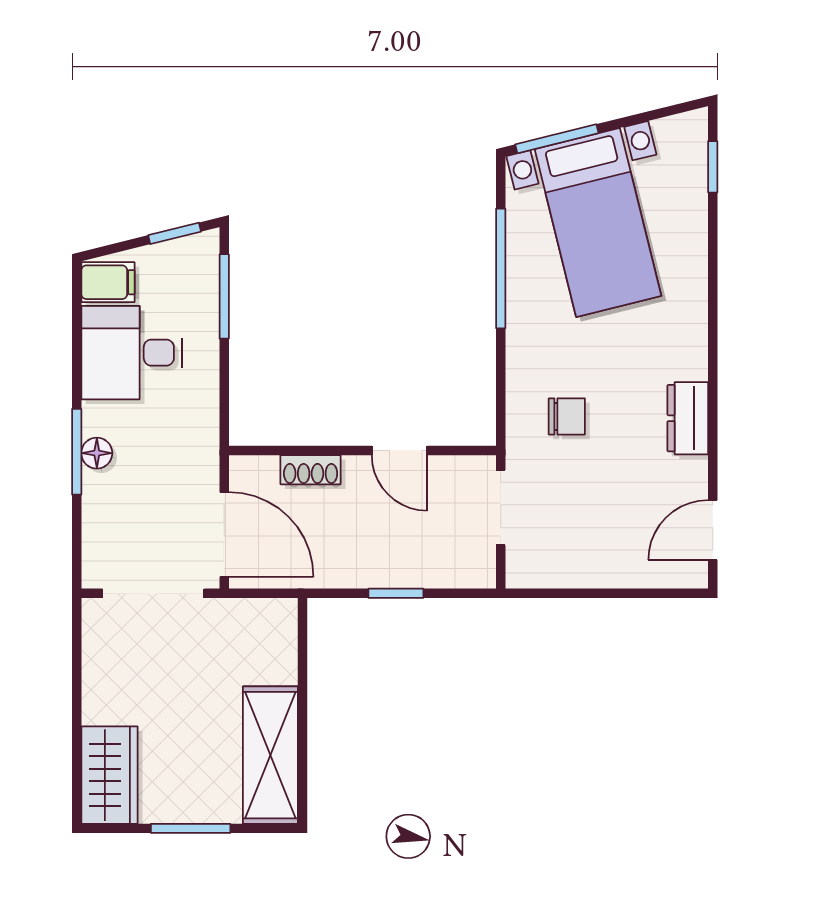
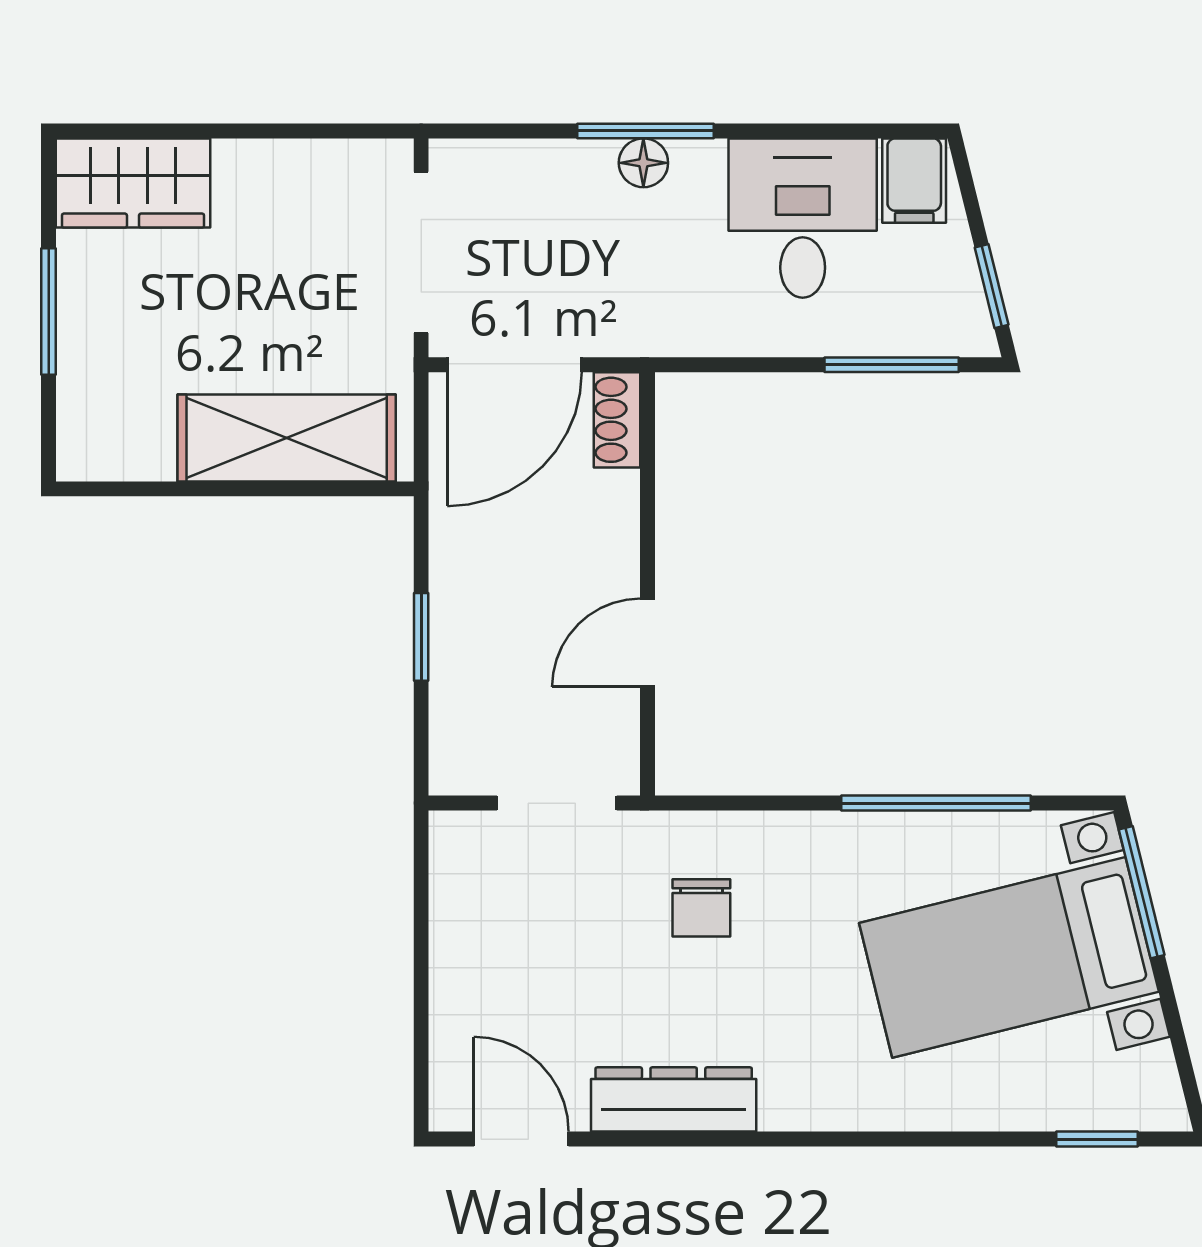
dresser: (688, 418) -> (674, 1099), width x1.44
shoe rack: (311, 470) -> (617, 420), moved
shelving: (270, 755) -> (287, 438), moved

